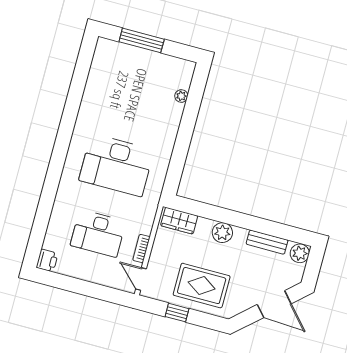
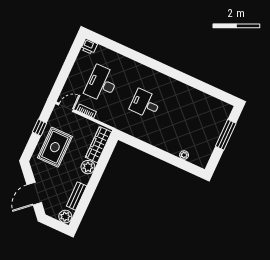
desk: (116, 165) -> (145, 104), width x0.53, depth x0.77
wardrobe: (179, 221) -> (98, 145), width x1.50

